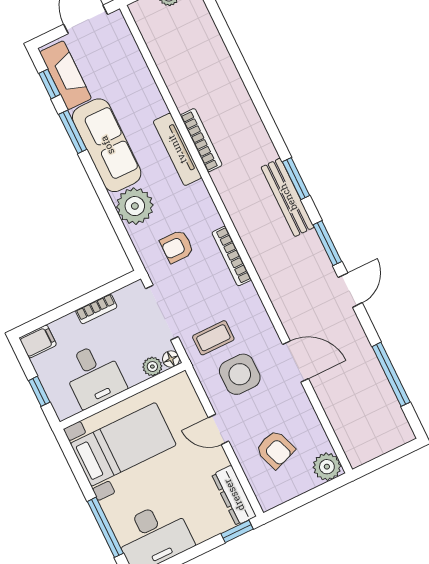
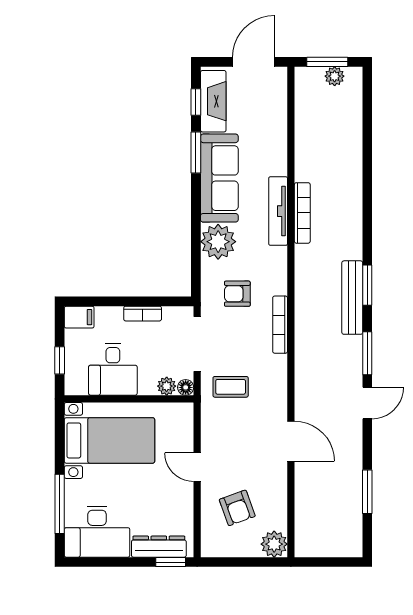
side table: (240, 374) -> (238, 429), removed
window: (391, 374) -> (367, 492), width x0.69
dresser: (234, 495) -> (159, 547), moved, turned 90

